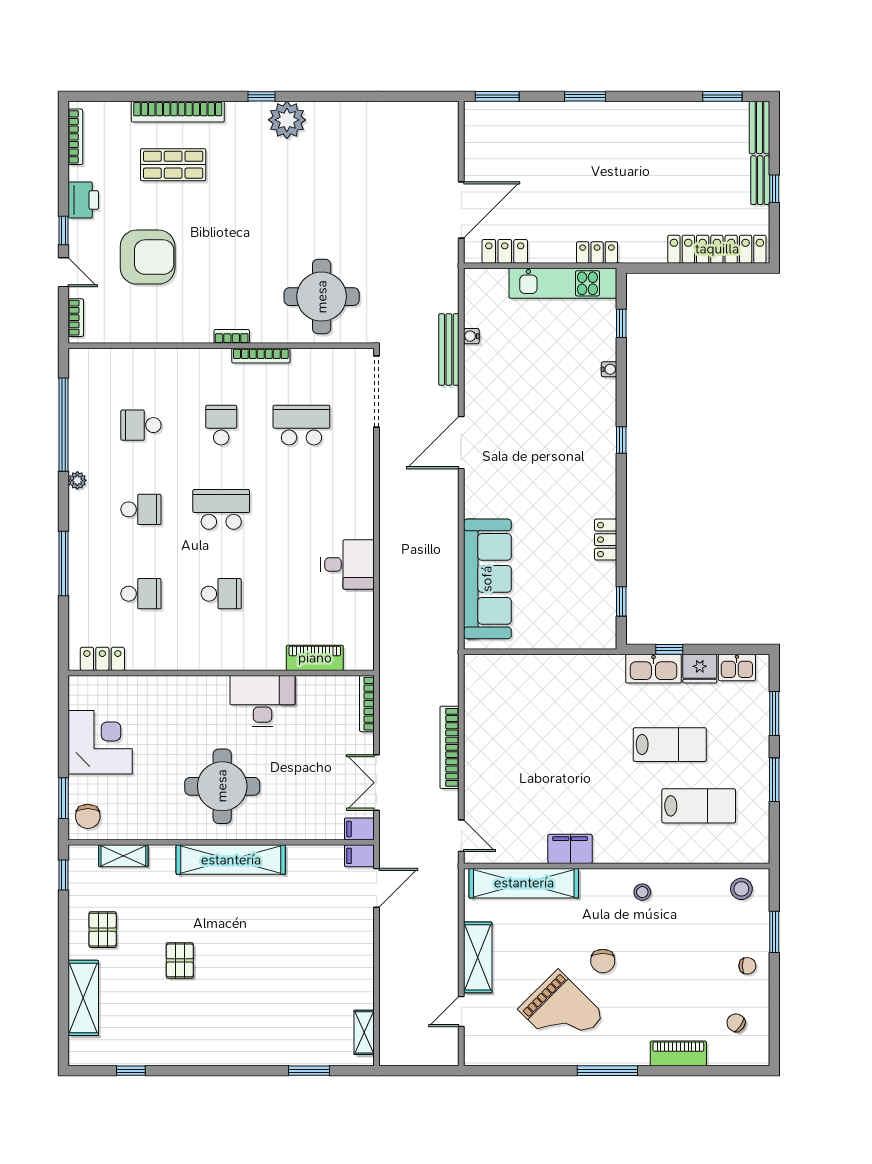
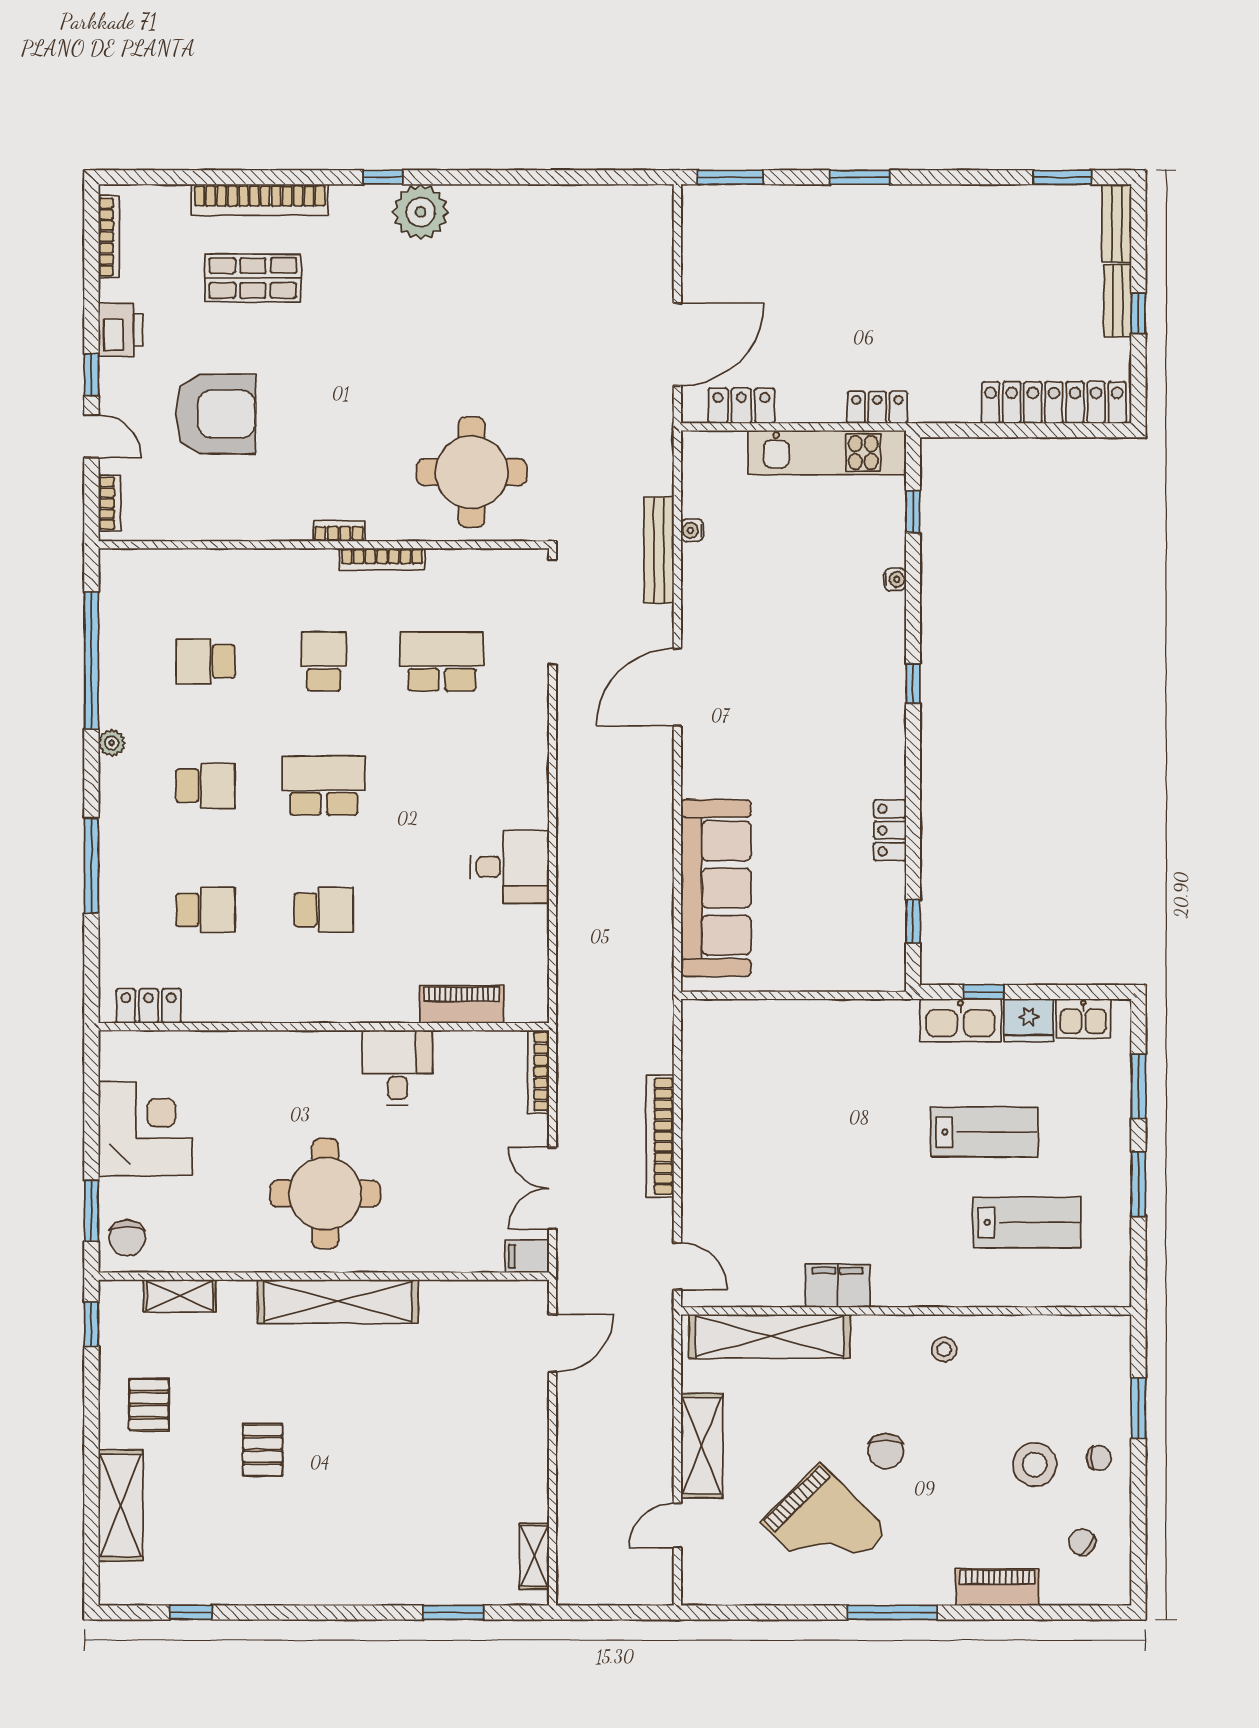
desk: (263, 701) -> (398, 1068), width x0.73
filing cabinet: (359, 856) -> (527, 1296), removed
stool: (741, 889) -> (1035, 1465), moved, width x1.38, depth x1.38

